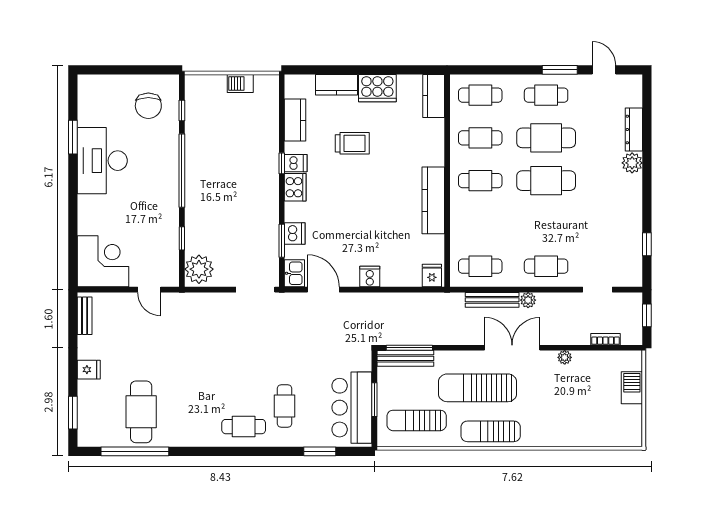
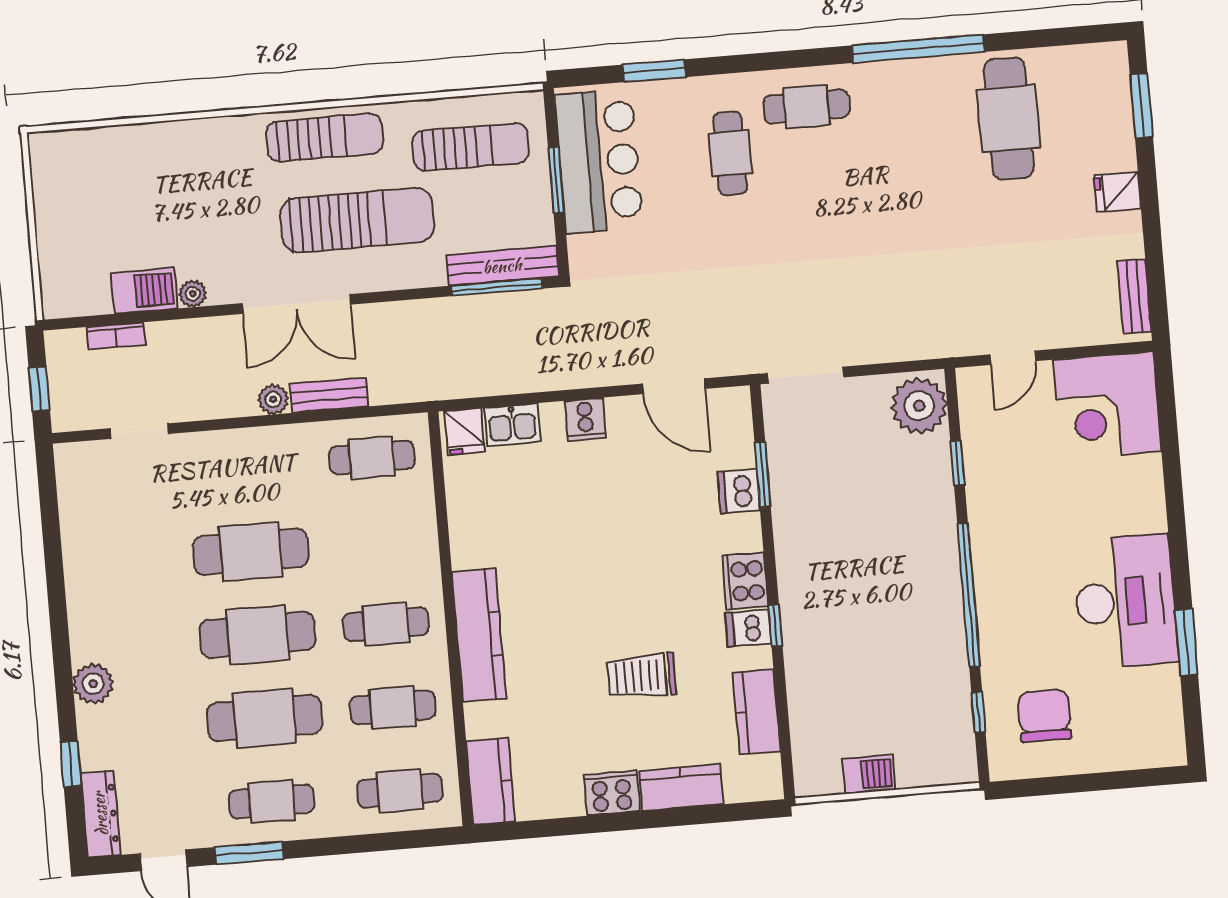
cooker: (377, 88) -> (612, 793), width x0.73, depth x0.76
dresser: (634, 129) -> (100, 814), moved
kitchen counter: (433, 200) -> (479, 635), moved
window: (647, 244) -> (71, 764), moved
cafe table: (546, 266) -> (251, 552), moved, width x1.37, depth x1.35
kitchen sink: (294, 273) -> (512, 425), moved, turned -90
door: (149, 290) -> (1013, 358), swing flipped
bench: (492, 300) -> (329, 395), width x0.73
barbecue: (632, 388) -> (144, 291), moved, turned -90
window: (135, 451) -> (918, 49), moved

